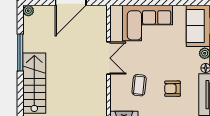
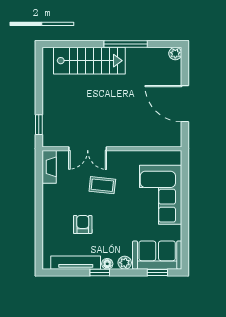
double door: (109, 58) -> (88, 149), moved
coffee table: (139, 85) -> (102, 185), moved

